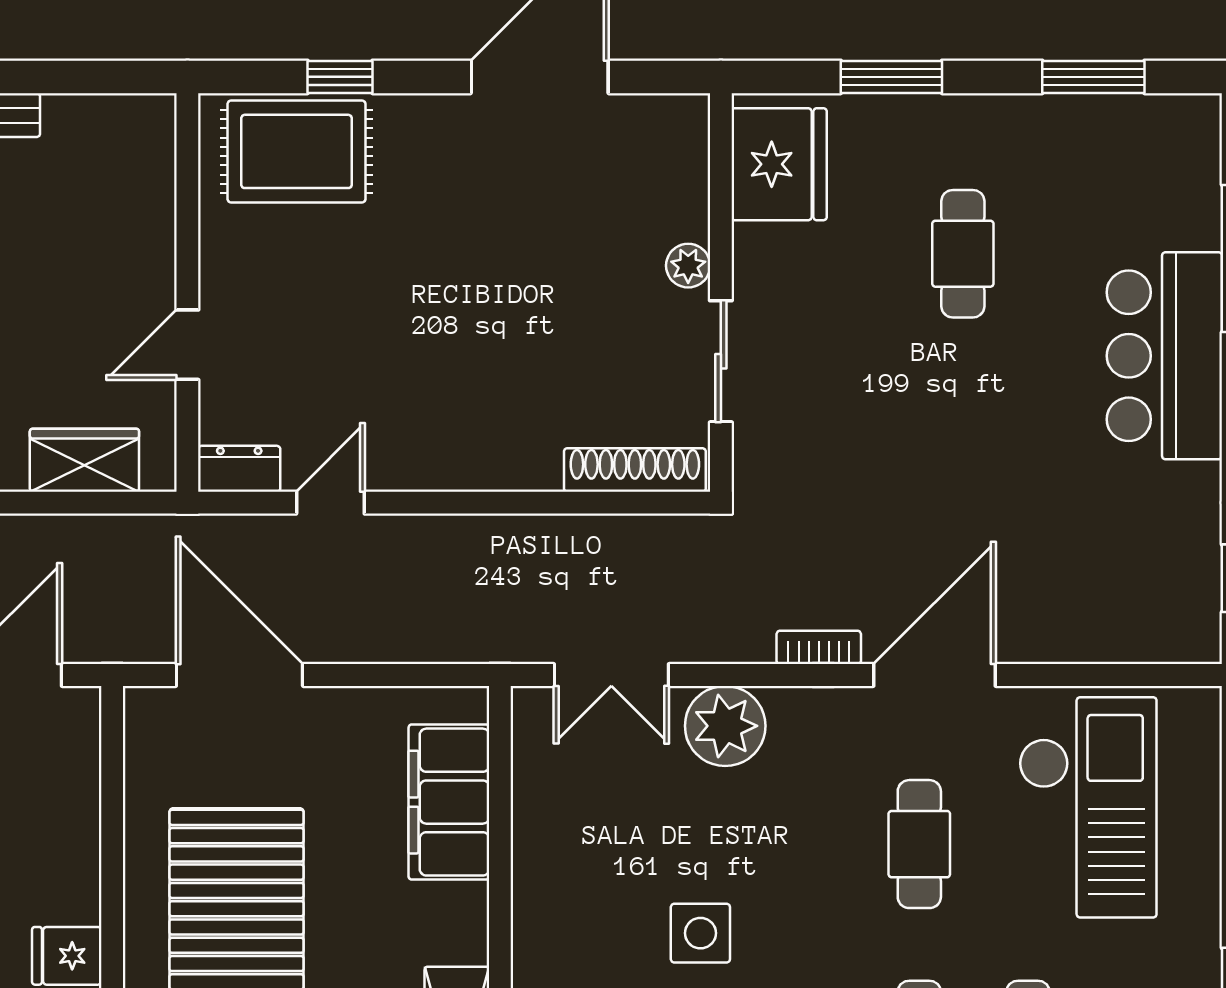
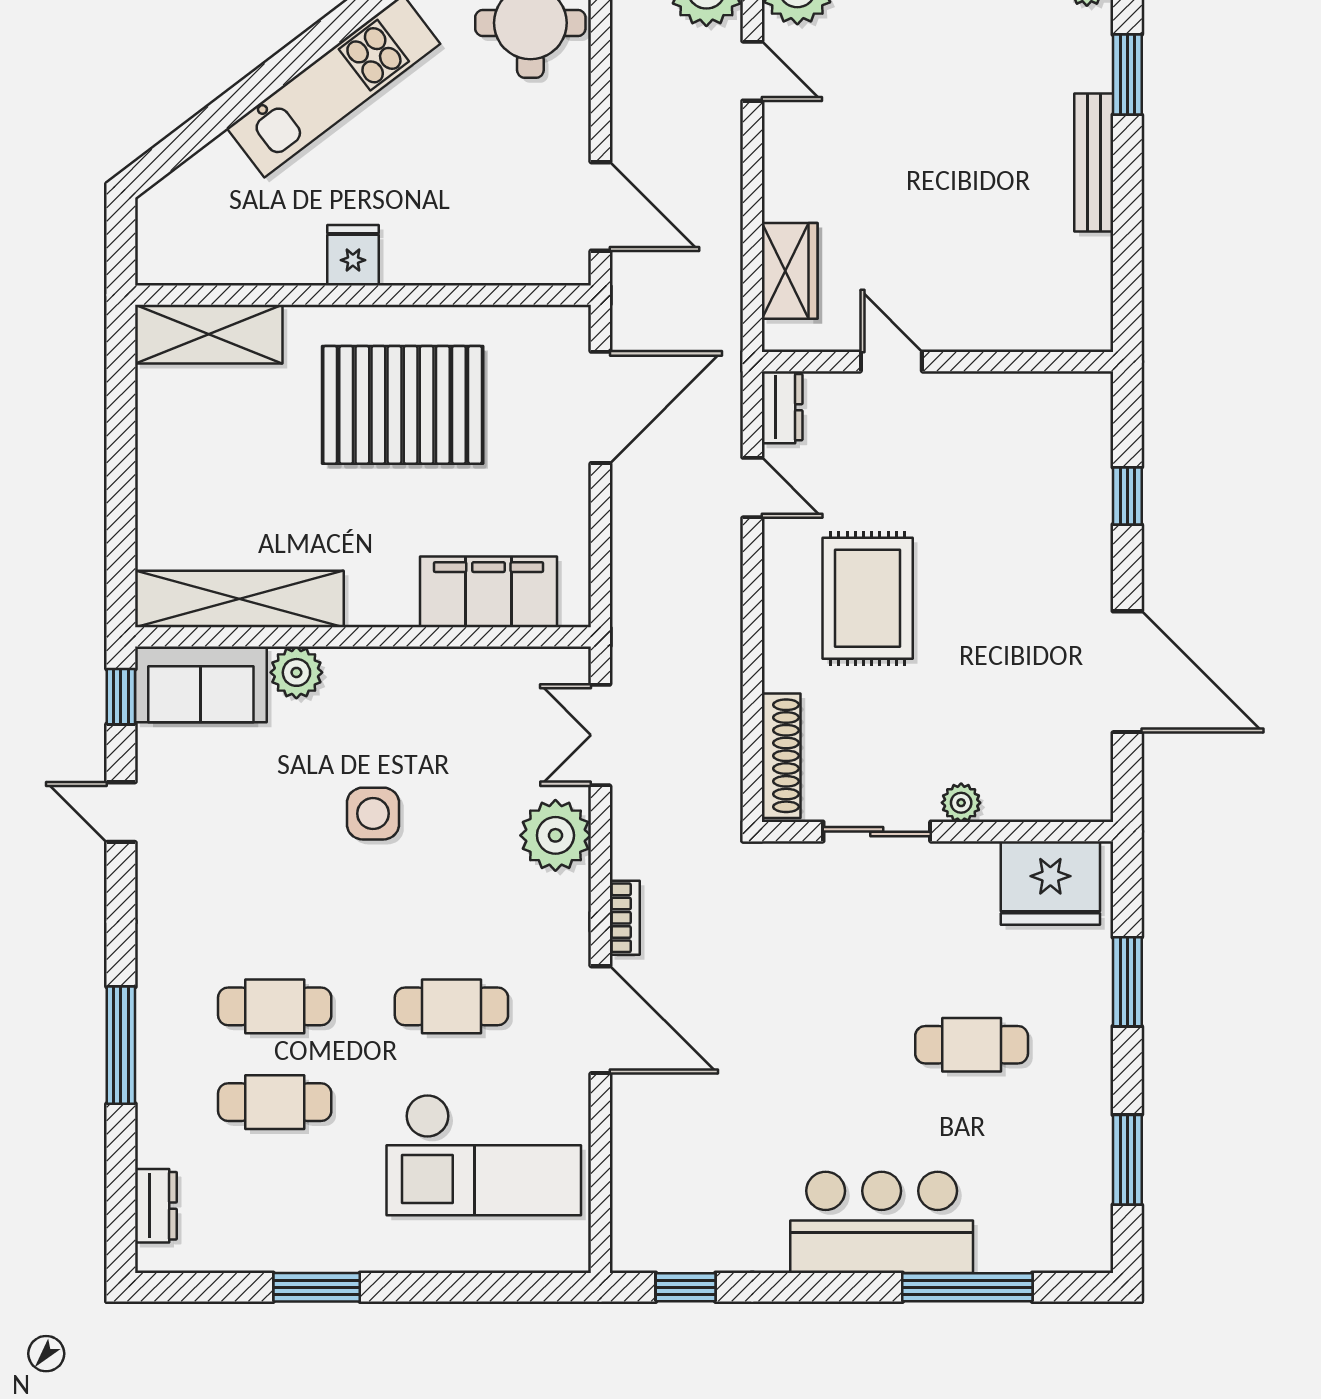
rug: (297, 151) -> (868, 598), moved

